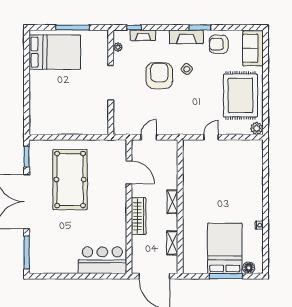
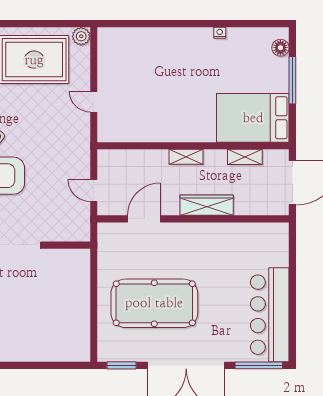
bed: (225, 248) -> (253, 118), moved
bar counter: (102, 260) -> (270, 315), moved, width x1.36

